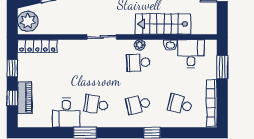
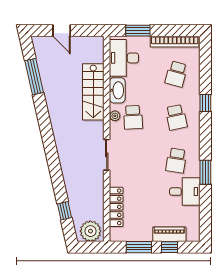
washbasin: (170, 45) -> (117, 90), width x1.91, depth x1.45
locker: (37, 46) -> (116, 207), moved
desk: (191, 54) -> (124, 58), width x1.37
window: (12, 68) -> (139, 247), width x1.50

